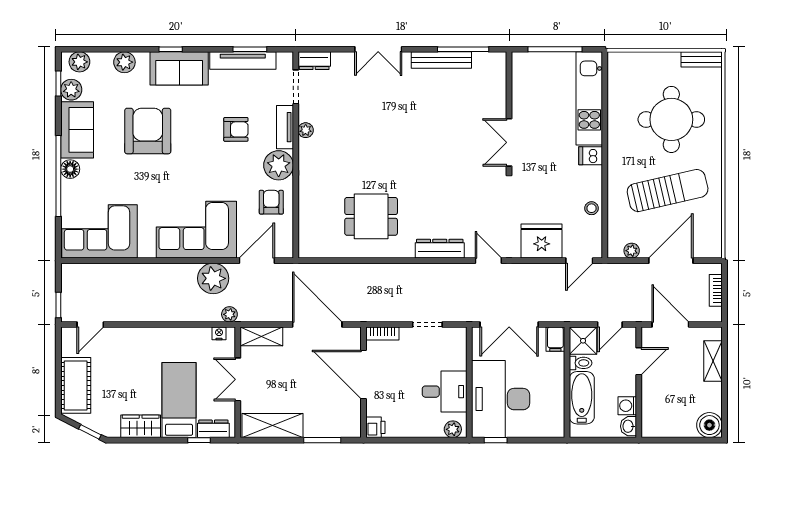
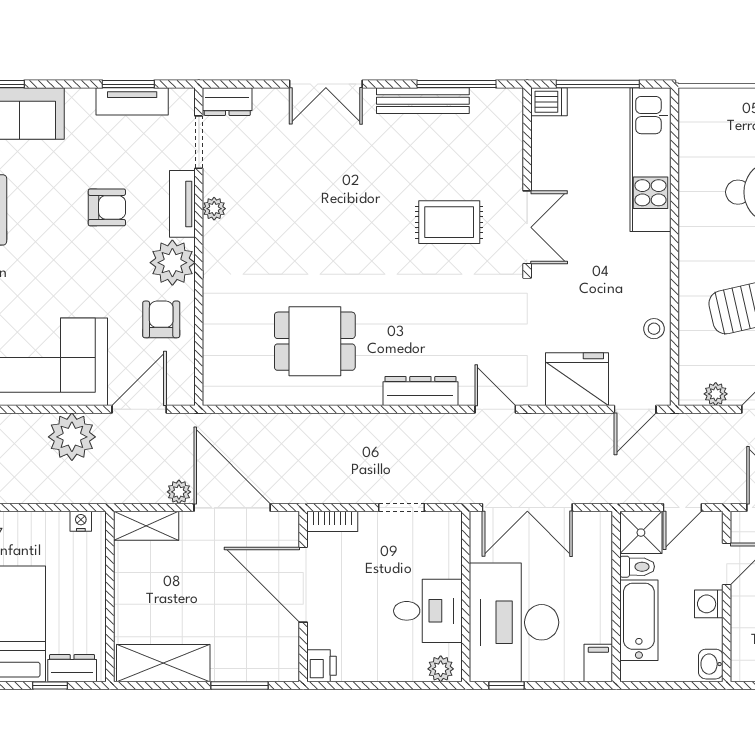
tv unit: (243, 61) -> (132, 101), width x0.71
rug: (458, 139) -> (449, 222), added
double door: (509, 142) -> (527, 227), swing flipped
dishwasher: (591, 156) -> (549, 102), moved, turned 180
plant: (229, 314) -> (179, 492), moved
filing cabinet: (555, 339) -> (598, 663), moved, turned 180
double door: (238, 379) -> (110, 592), removed
washing machine: (627, 406) -> (709, 604), moved

